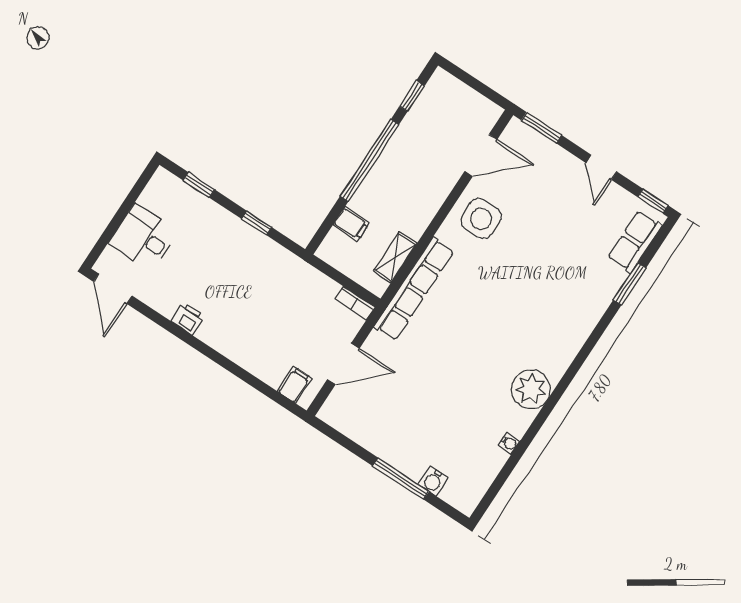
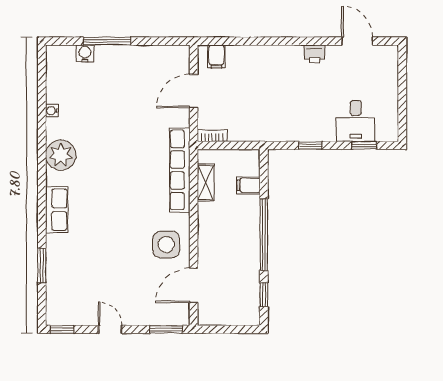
desk: (143, 238) -> (356, 121), moved, turned 90
row of seats: (635, 242) -> (57, 210), moved
door: (113, 289) -> (357, 41), moved

